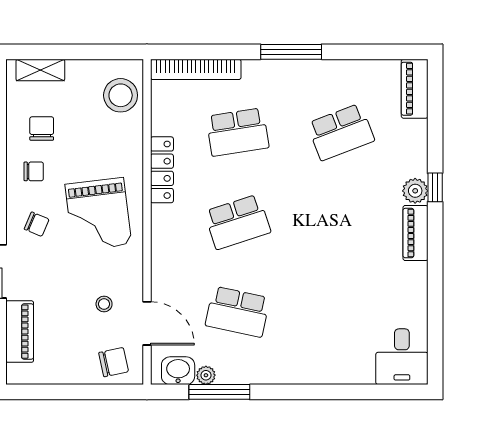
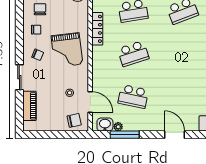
door: (324, 392) -> (174, 135), added

